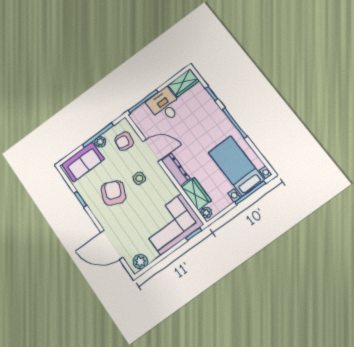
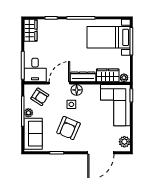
desk: (165, 105) -> (35, 70), moved, turned -90
armchair: (124, 141) -> (40, 97), turned -66
floor lamp: (158, 173) -> (77, 90), added
armchair: (113, 193) -> (68, 128), turned -89

